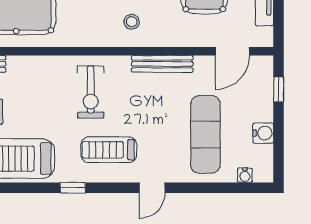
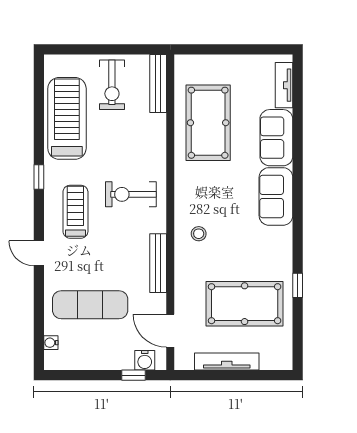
water cooler: (263, 133) -> (145, 360), moved

